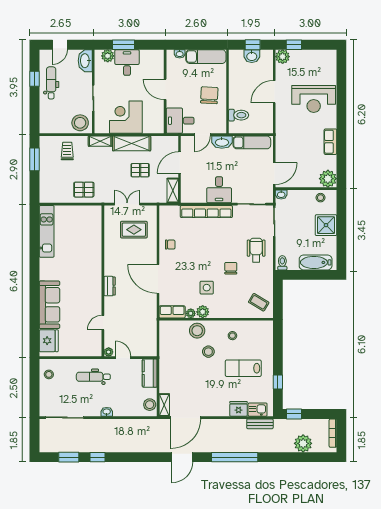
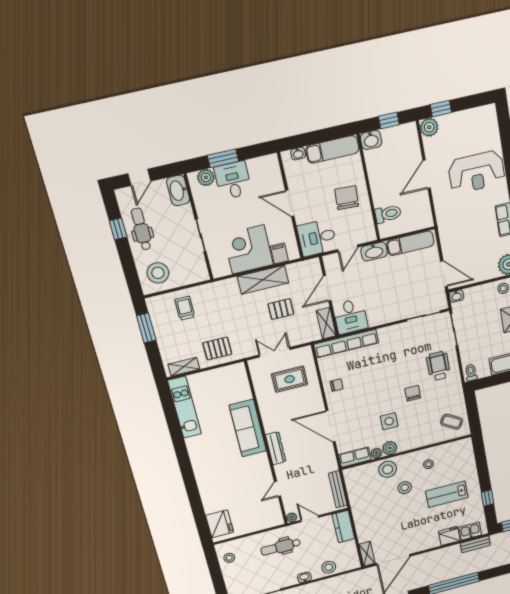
washbasin: (252, 56) -> (371, 140), moved
stool: (80, 123) -> (158, 273), moved
filing cabinet: (149, 126) -> (279, 253), added
shelving: (100, 141) -> (184, 367), moved
door: (274, 174) -> (444, 274), hinge flipped
desk: (219, 190) -> (350, 316), moved
row of seats: (206, 212) -> (346, 344), moved
dresser: (110, 286) -> (276, 448), width x1.44
sofa: (49, 305) -> (248, 428), moved, turned 180
bench: (152, 337) -> (338, 489), added
stool: (150, 405) -> (329, 567), moved

